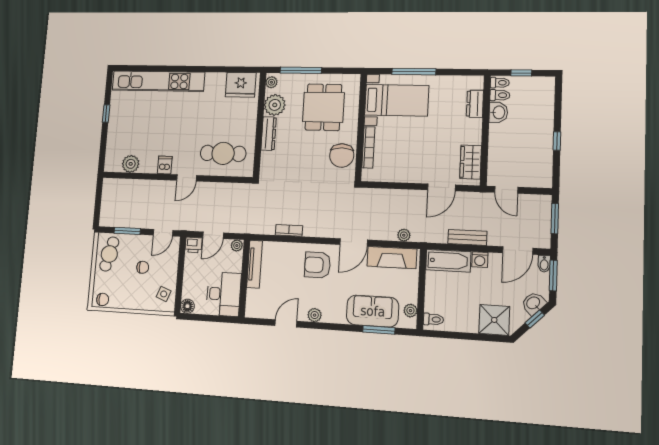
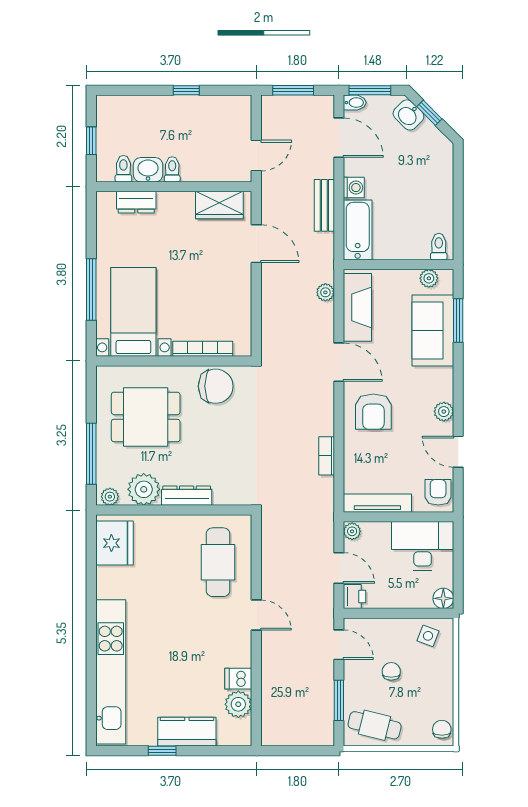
toilet: (500, 83) -> (172, 169), moved
kitchen counter: (116, 130) -> (187, 732), added
dishwasher: (165, 165) -> (238, 679), moved
armchair: (259, 307) -> (438, 492), added
shower: (494, 320) -> (434, 166), removed

